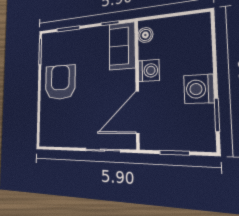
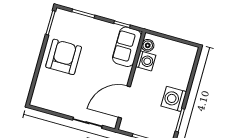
washing machine: (149, 71) -> (146, 61), moved

